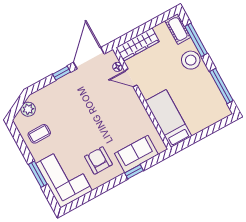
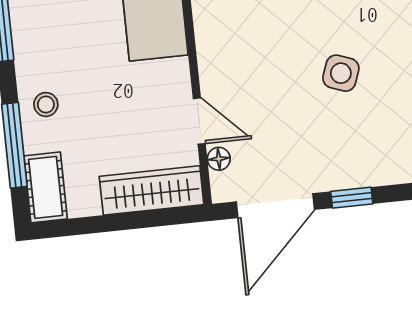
stool: (191, 60) -> (46, 104), width x0.53, depth x0.53
side table: (85, 118) -> (341, 73), added

